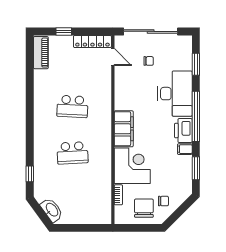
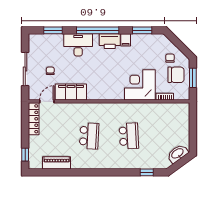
window: (64, 31) -> (25, 155), moved
sliding door: (151, 31) -> (25, 69), width x0.73
piano: (41, 53) -> (57, 163), moved
desk: (175, 94) -> (78, 45), width x0.73, depth x0.77
filing cabinet: (124, 129) -> (71, 92), moved
chair: (144, 208) -> (176, 75), turned 180
window: (140, 228) -> (193, 78), added

